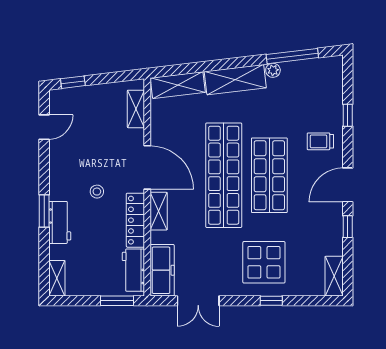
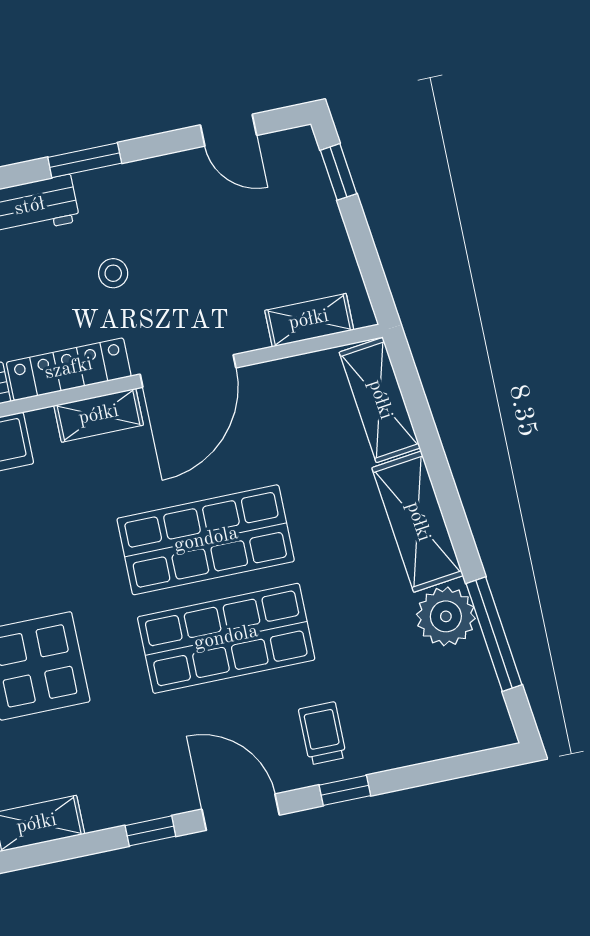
plant: (273, 70) -> (446, 616), width x1.88, depth x1.88
window: (348, 115) -> (345, 790), moved
shop shelf: (224, 175) -> (206, 540), width x0.71
window: (44, 211) -> (85, 160), moved

